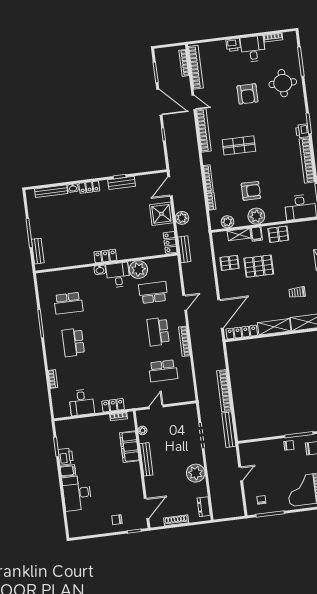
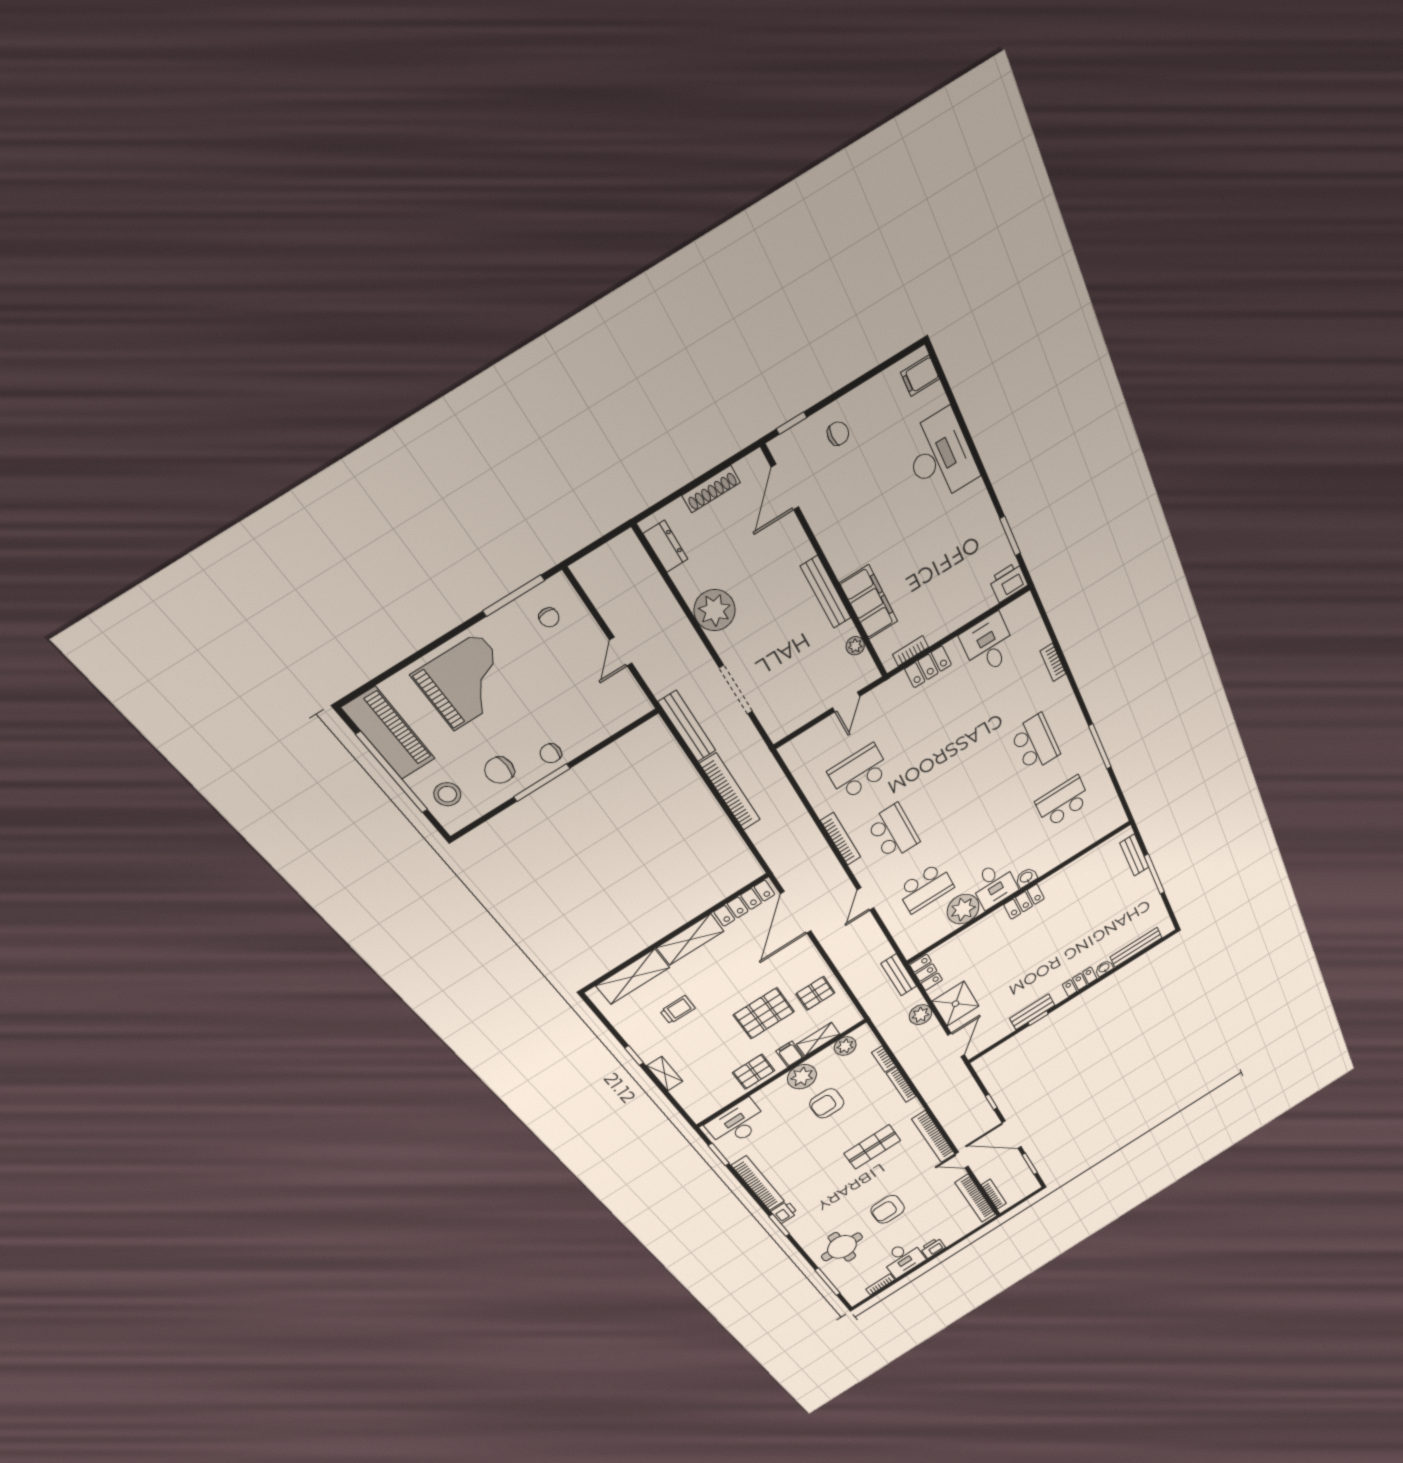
armchair: (247, 94) -> (888, 1209), turned -90
printer: (66, 457) -> (1008, 582), moved, turned 90
filing cabinet: (68, 471) -> (920, 376), moved

